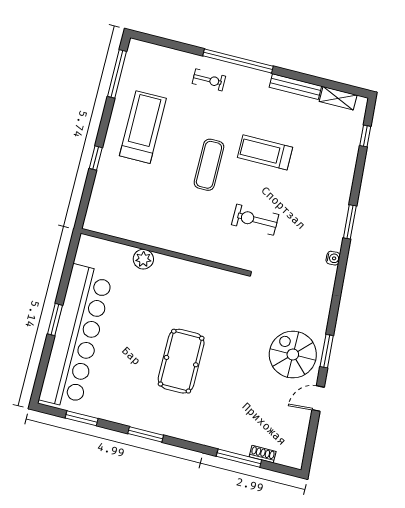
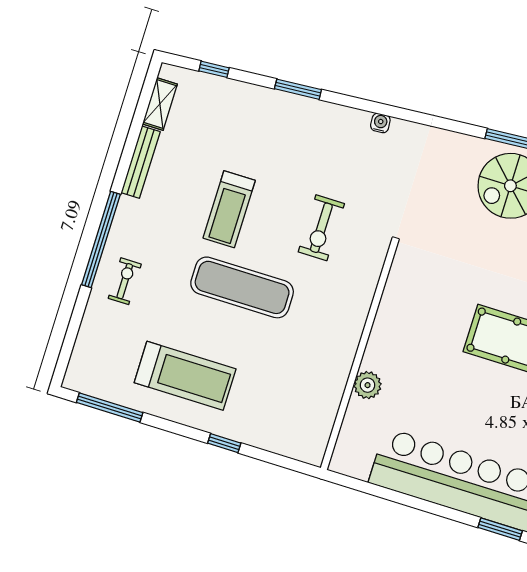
treadmill: (143, 127) -> (185, 376), turned 180
exercise mat: (209, 165) -> (242, 287), width x1.36, depth x1.45
window: (350, 222) -> (298, 89), moved
window: (55, 320) -> (500, 529), moved

